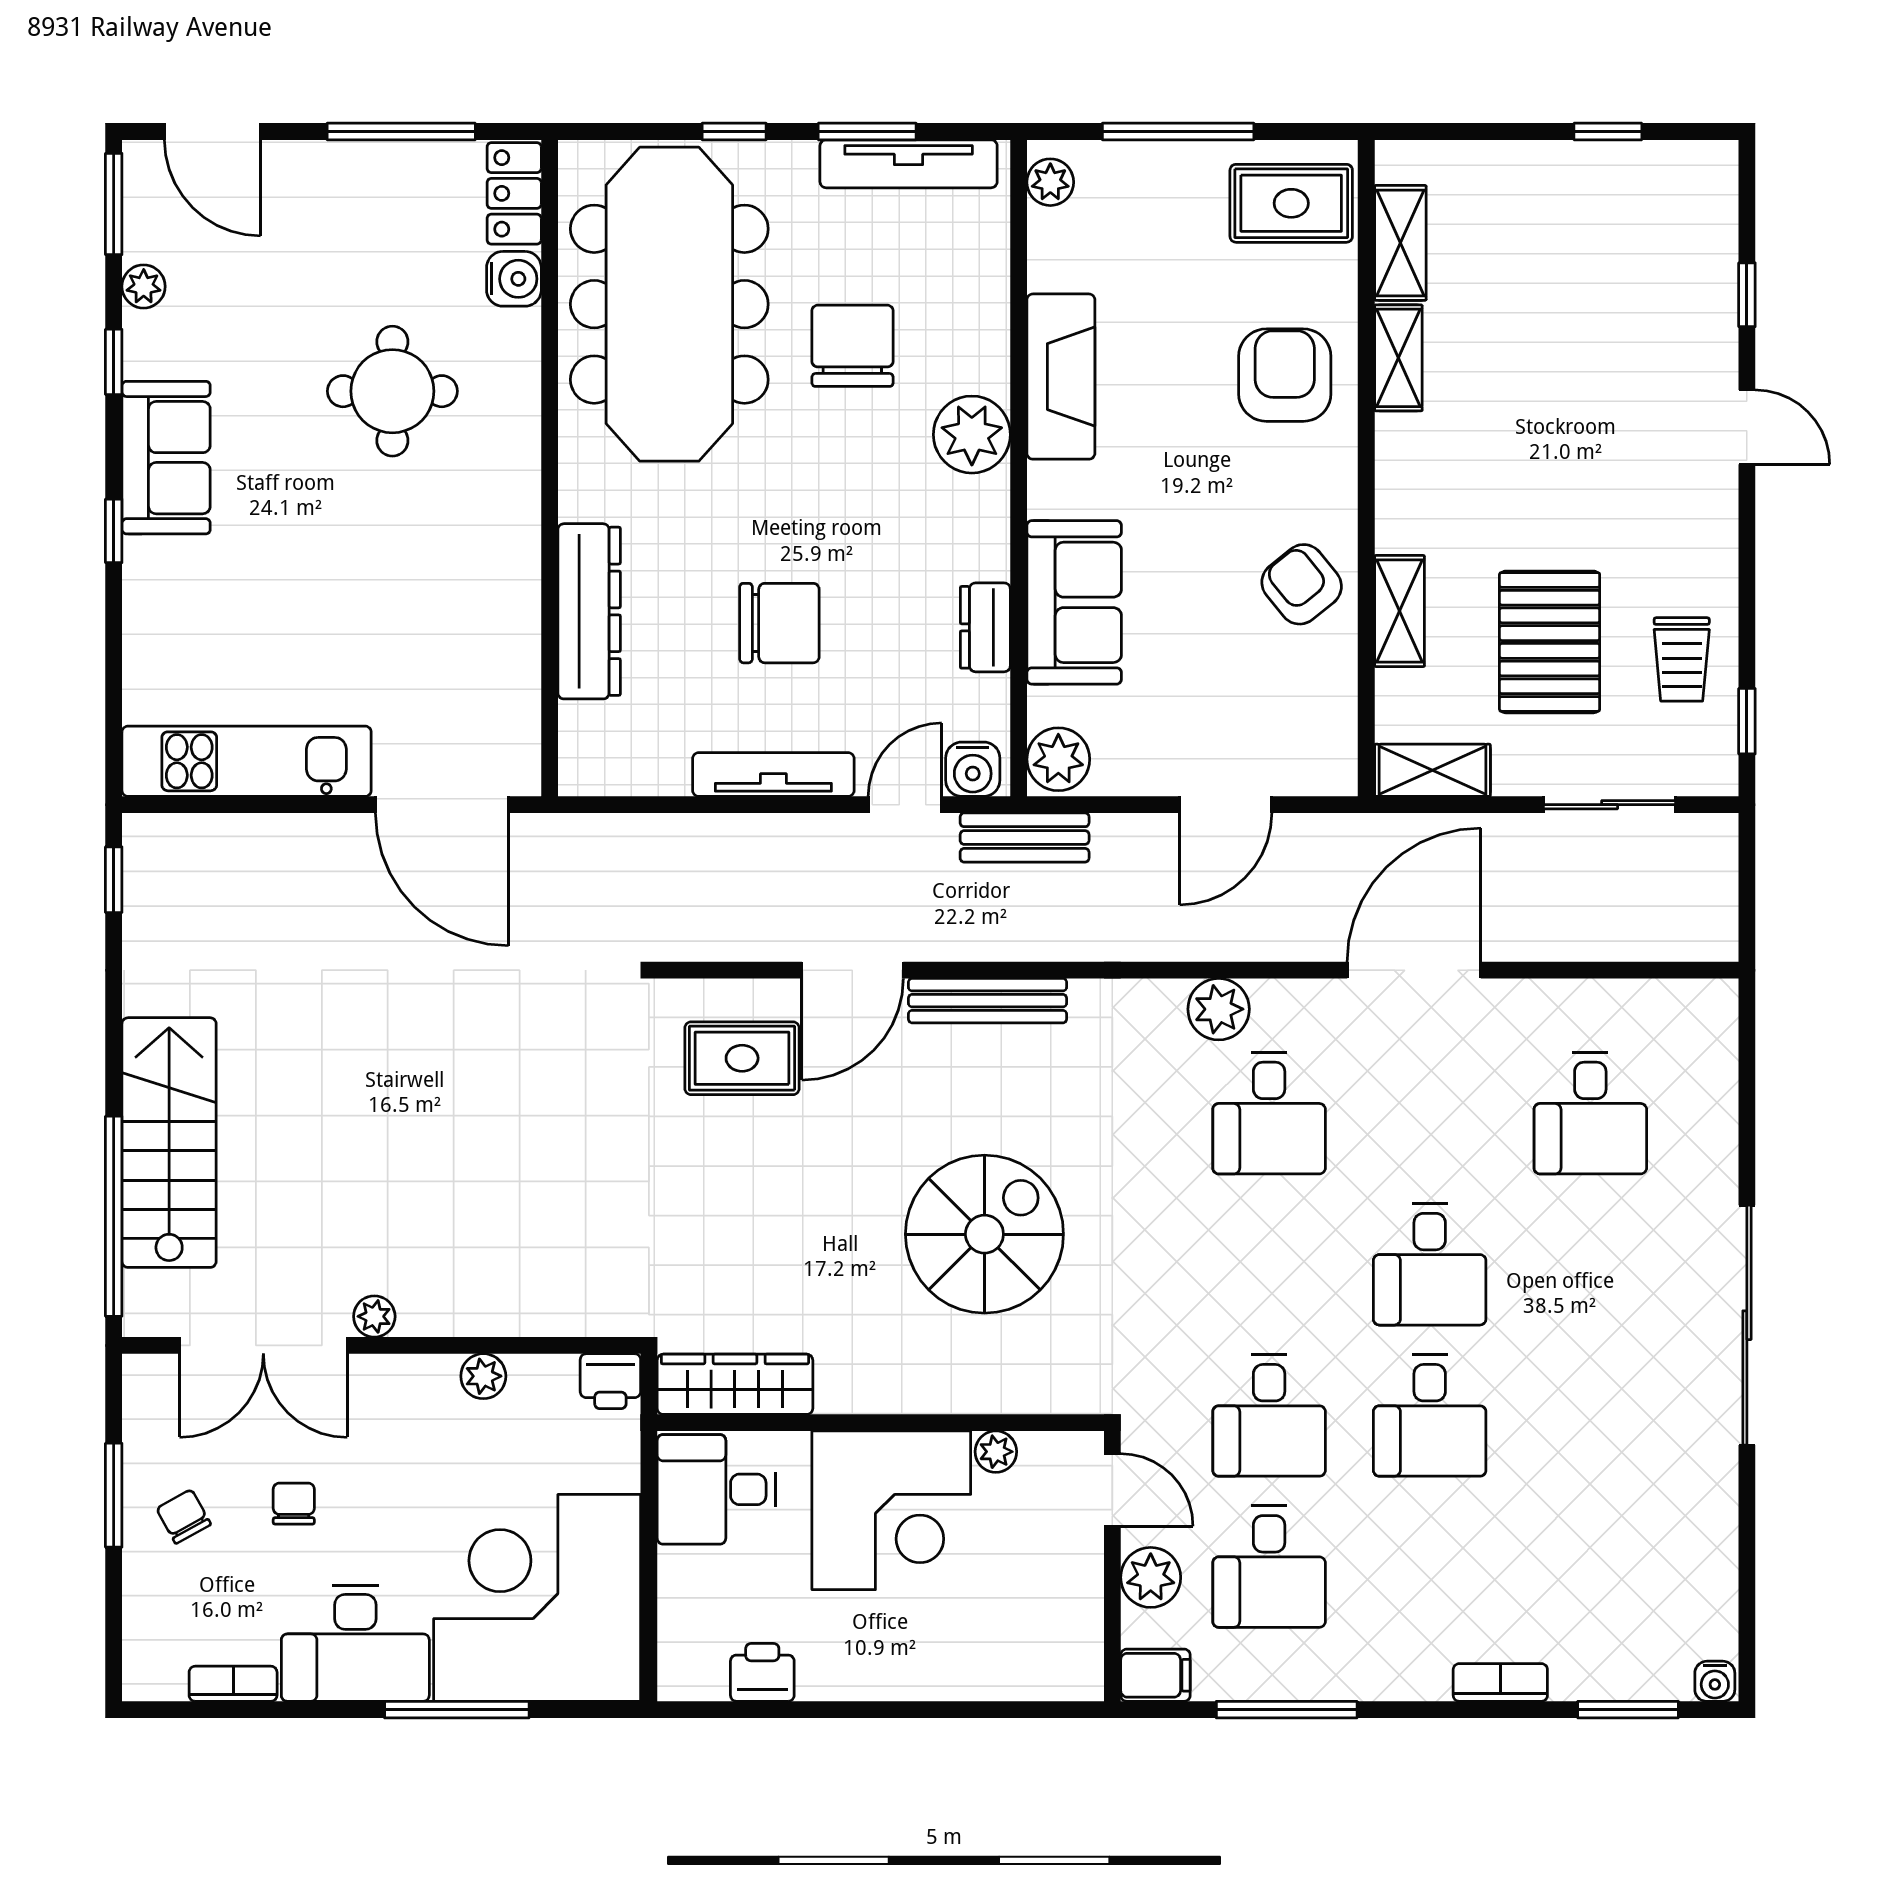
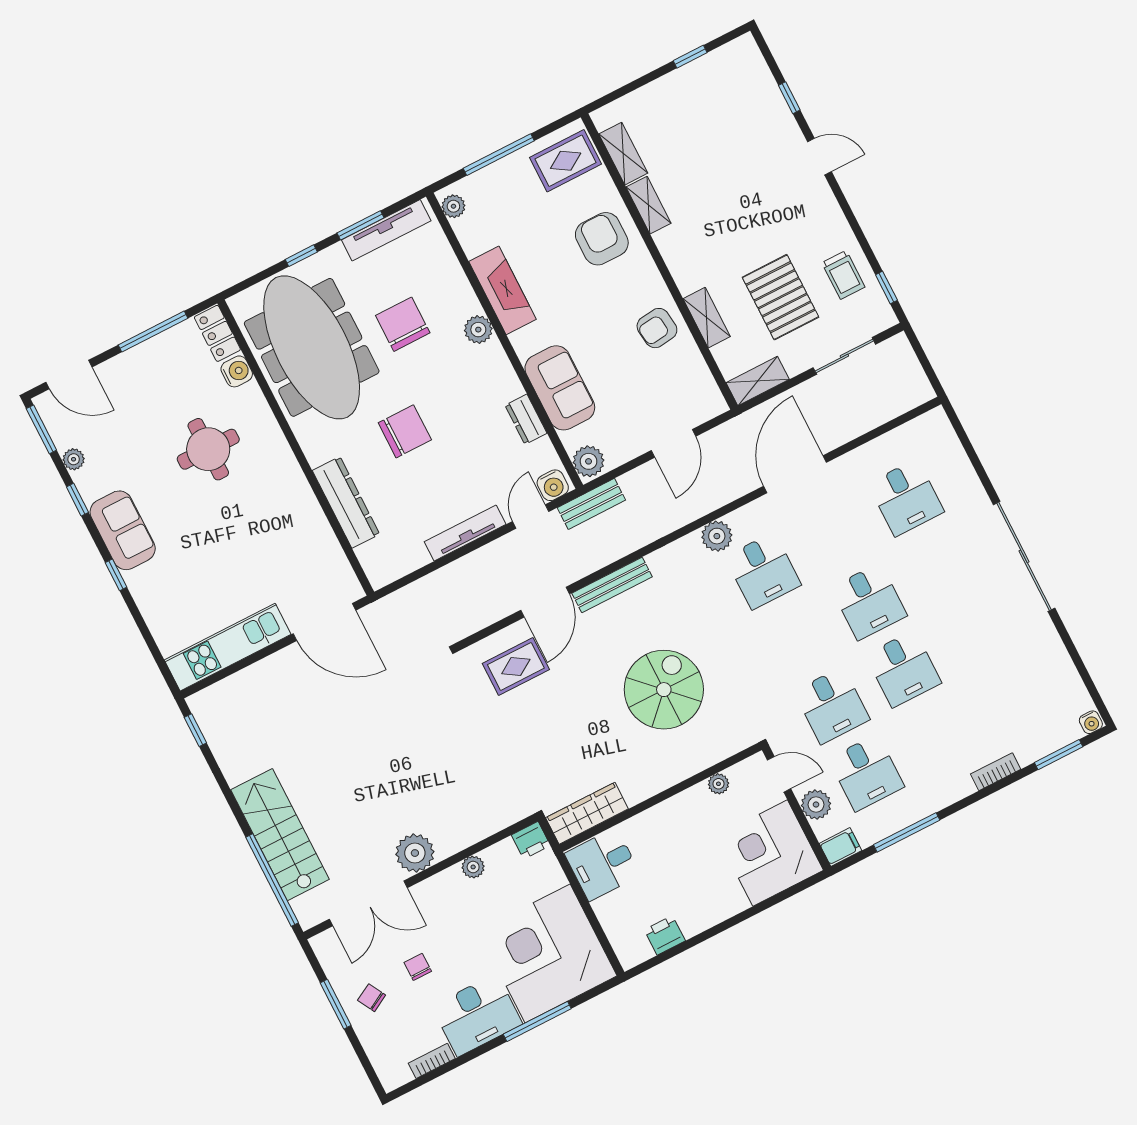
plant: (972, 435) -> (478, 330), width x0.73, depth x0.73
armchair: (1302, 584) -> (657, 328), turned -58
chair: (779, 623) -> (405, 431), moved
plant: (374, 1316) -> (415, 853), width x1.88, depth x1.88
corner desk: (891, 1510) -> (770, 853), moved, turned 180

